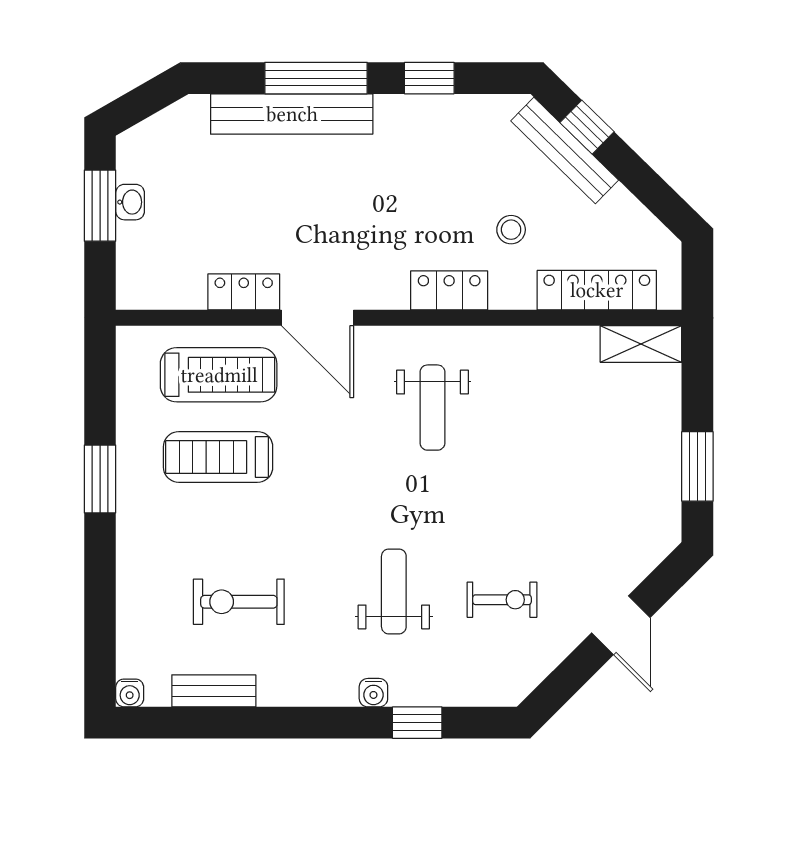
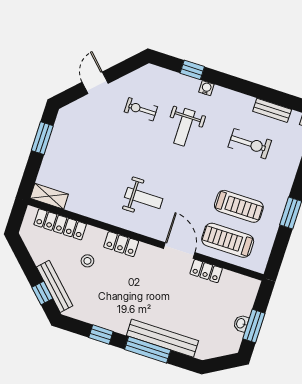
weight bench: (432, 408) -> (144, 198), turned 90

